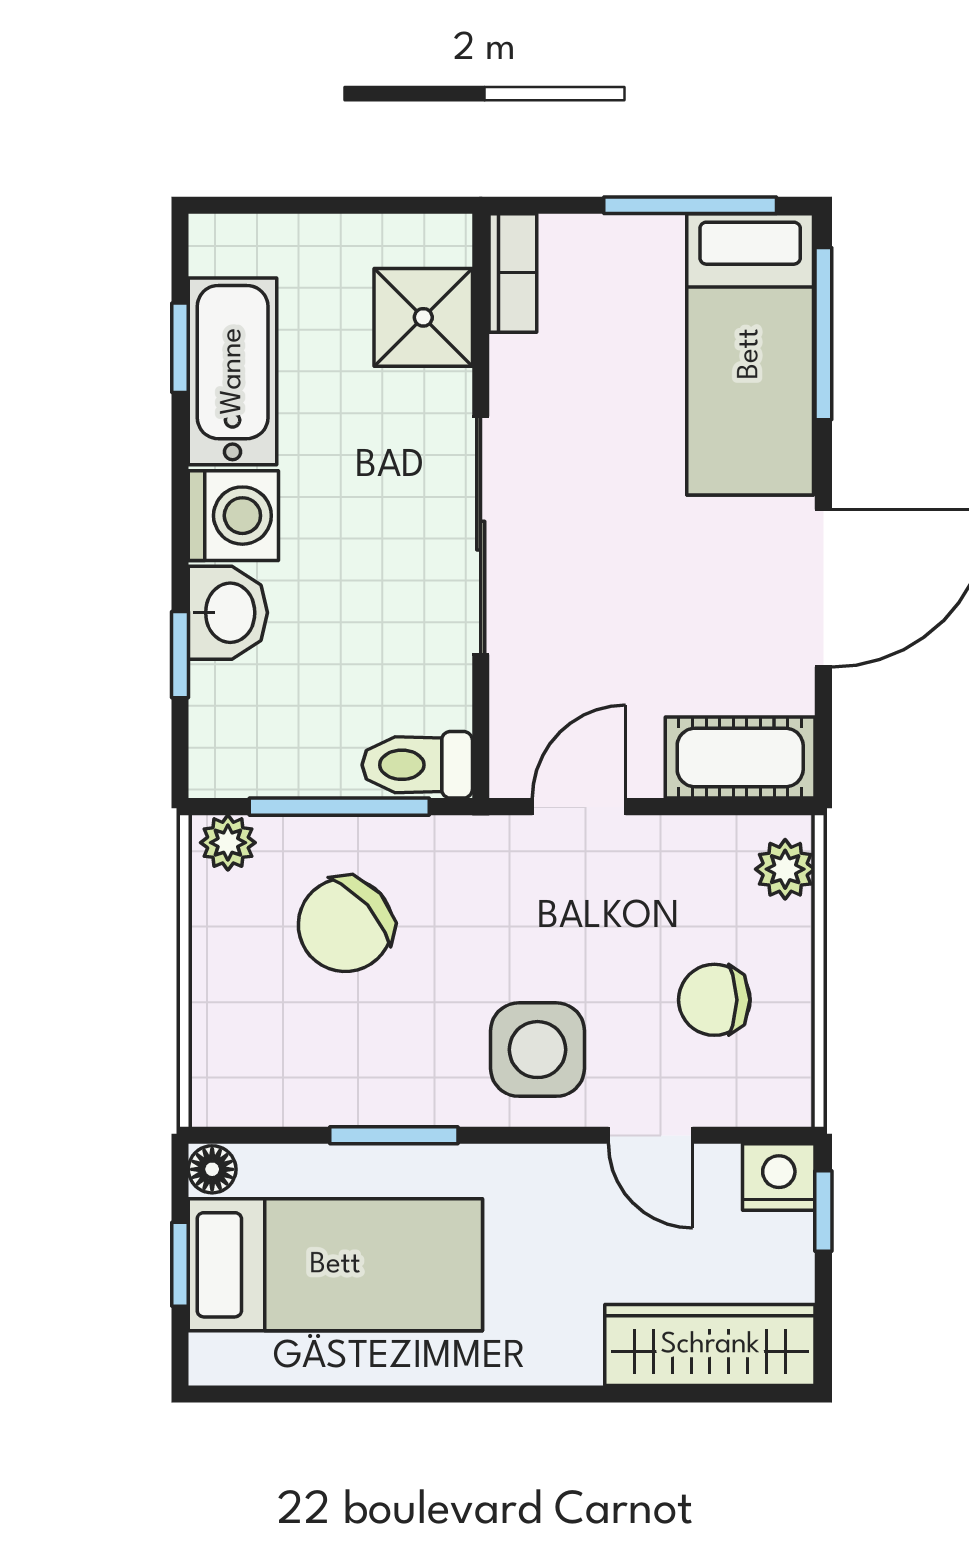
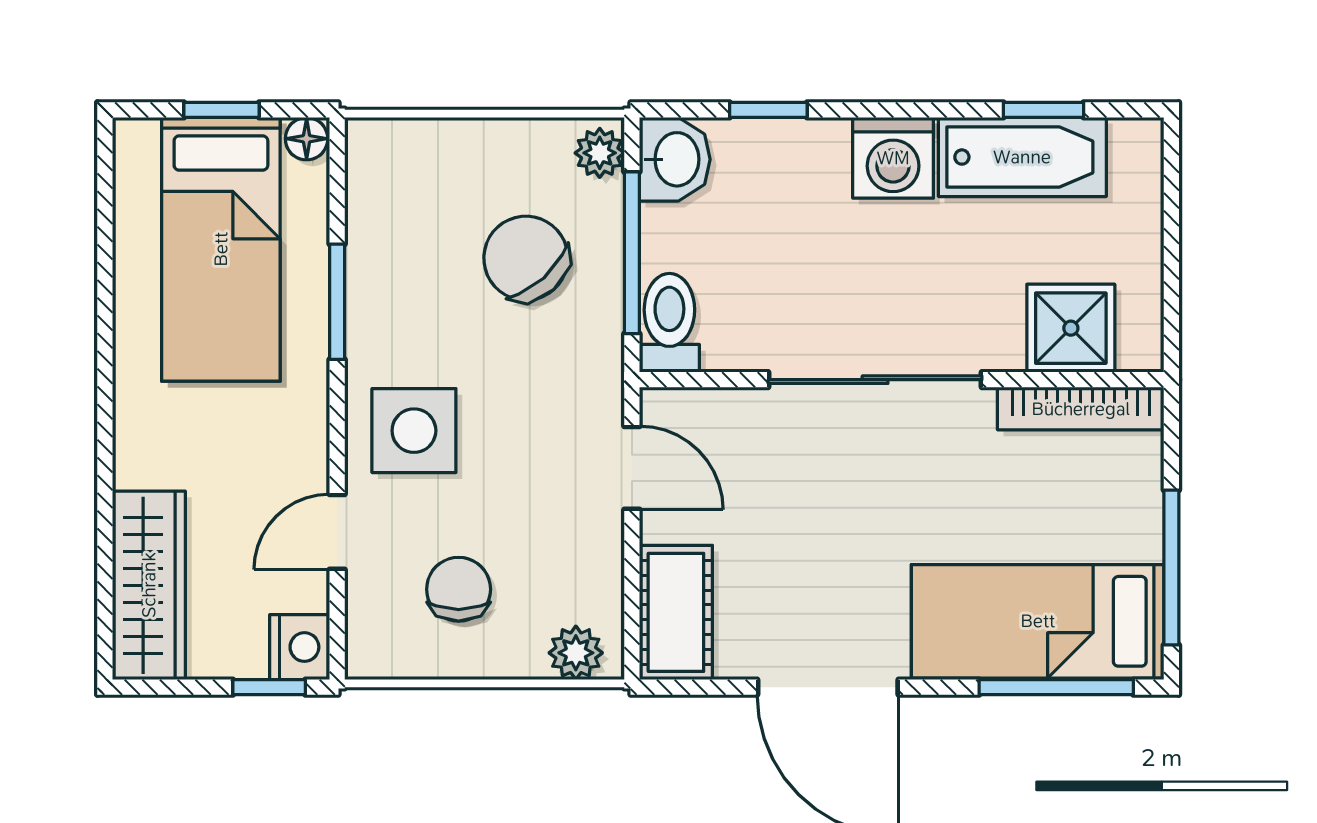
bookcase: (513, 273) -> (1081, 409), width x1.56
washbasin: (228, 613) -> (675, 159), moved, turned -90

